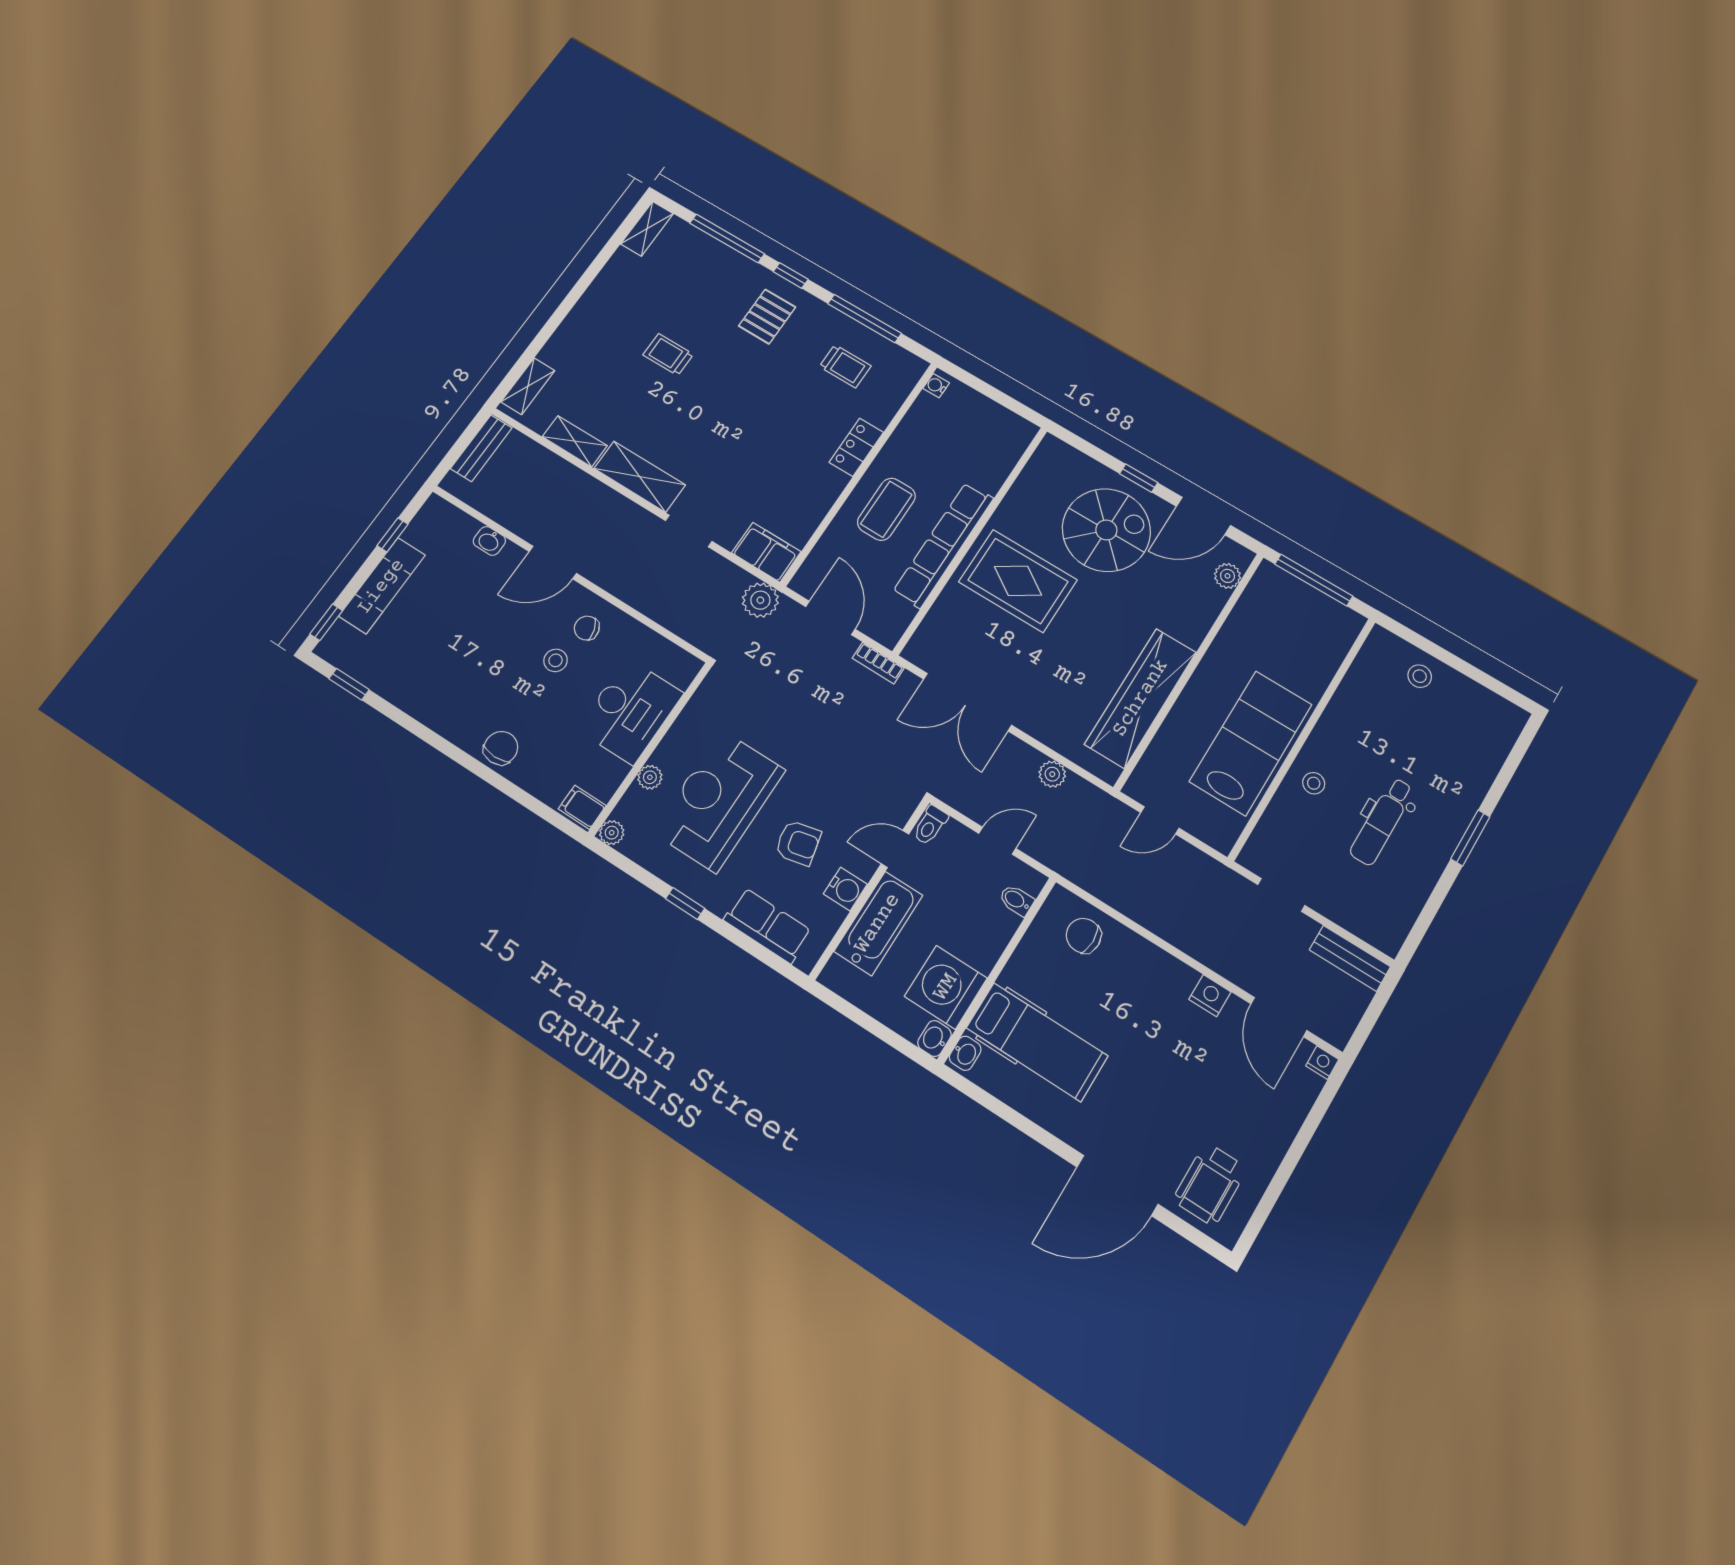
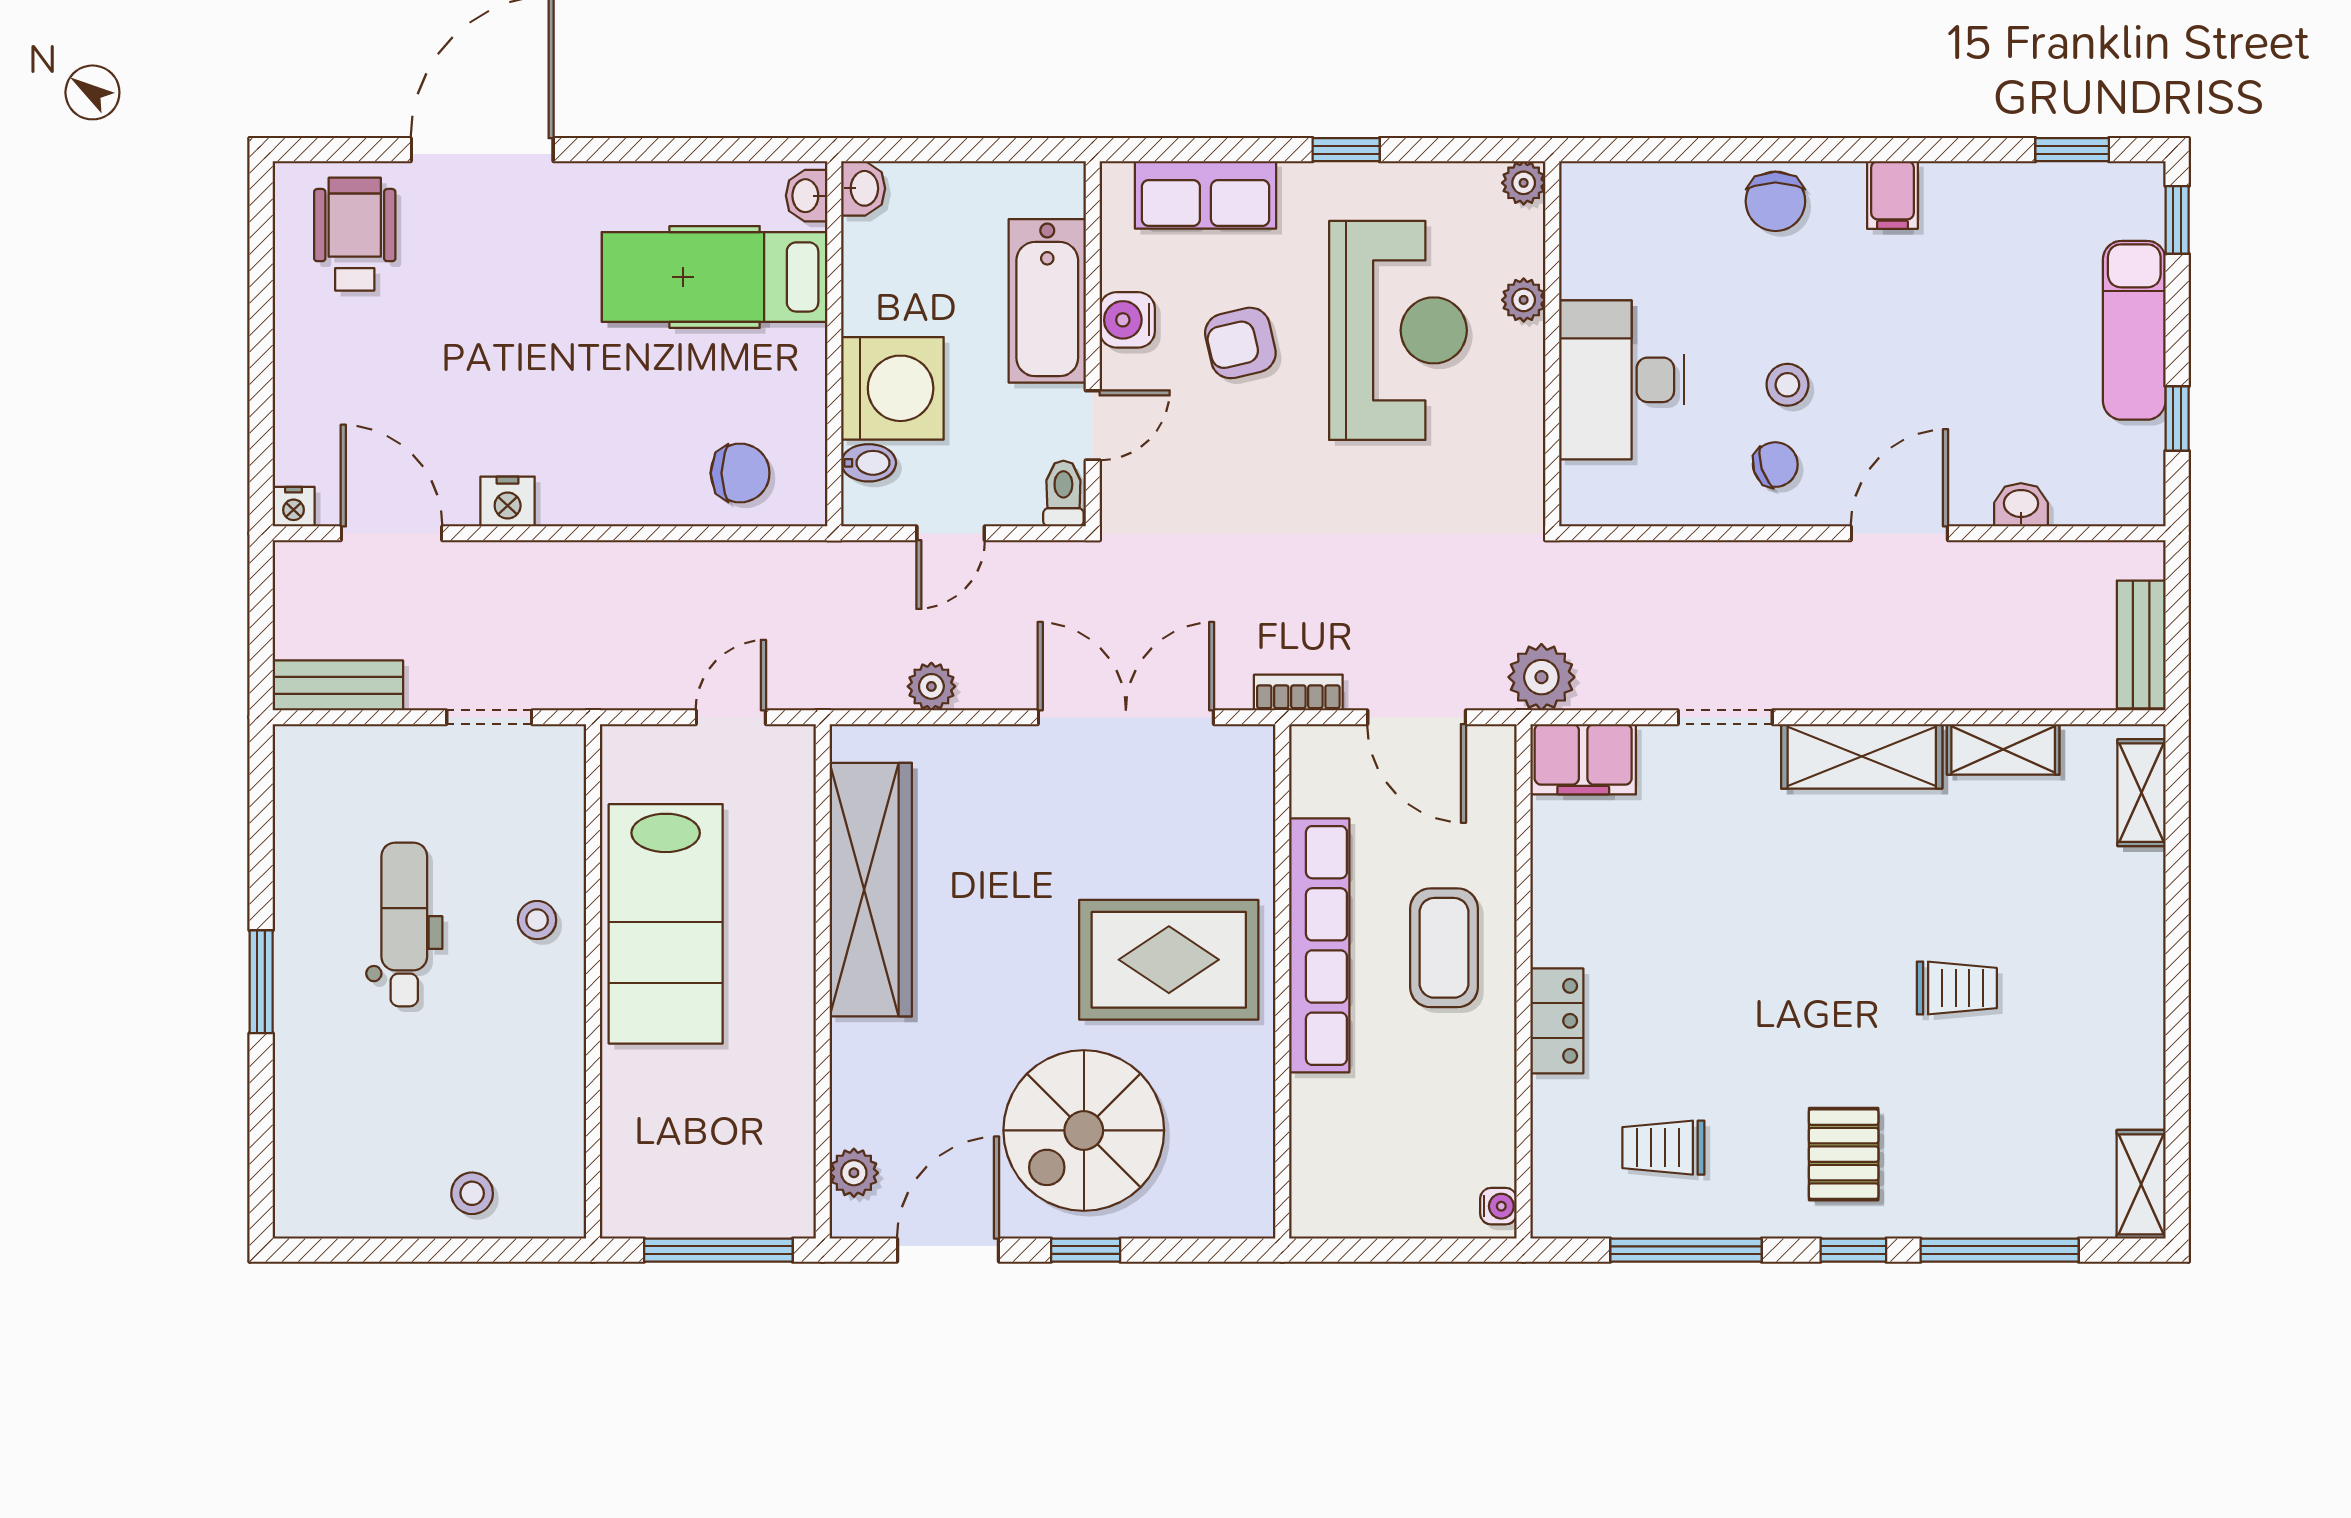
filing cabinet: (582, 807) -> (1892, 195), moved, turned 90
washing machine: (946, 987) -> (892, 388), moved

